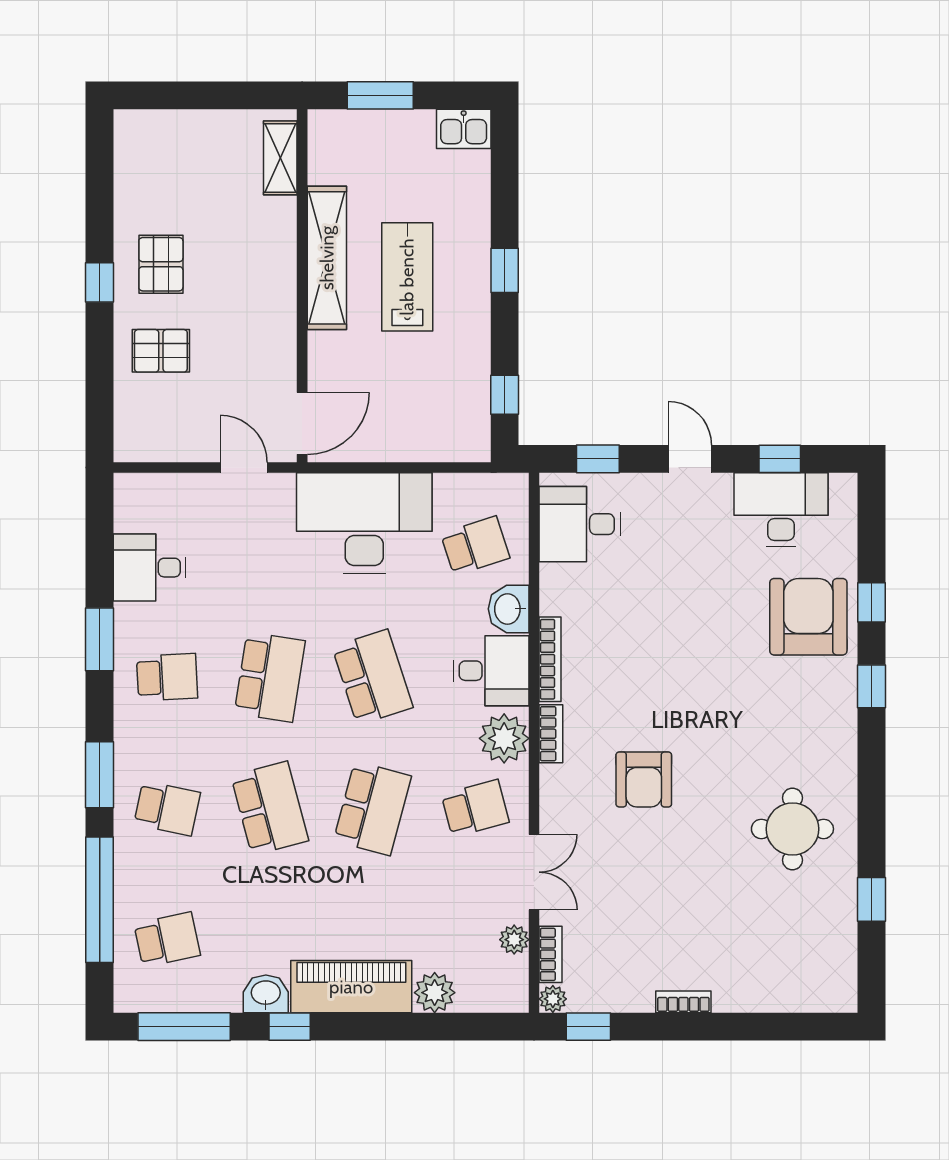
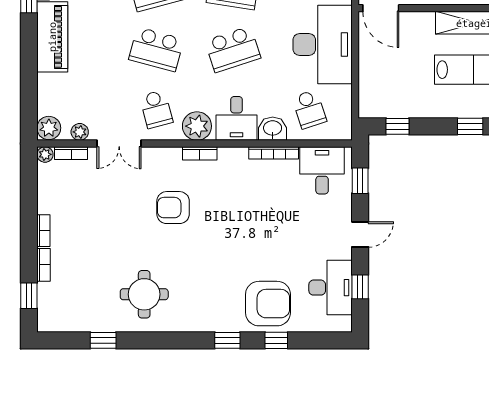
bookcase: (550, 659) -> (274, 153), moved
plant: (435, 993) -> (49, 128), moved
bookcase: (742, 1001) -> (44, 265), added
window: (588, 1027) -> (29, 296), moved

